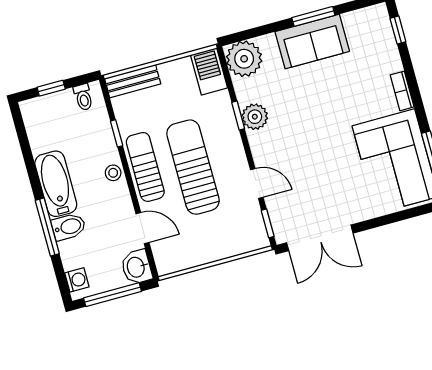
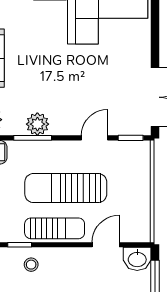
window: (238, 116) -> (33, 138), width x1.50
sun lounger: (145, 167) -> (55, 228), turned 180
stool: (113, 173) -> (31, 265), moved

